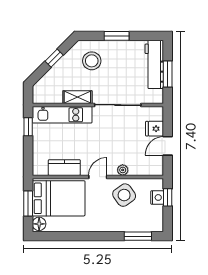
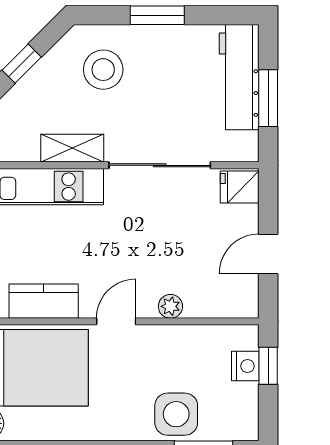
fridge: (155, 129) -> (240, 187), moved
side table: (124, 195) -> (176, 414), moved, turned 35

